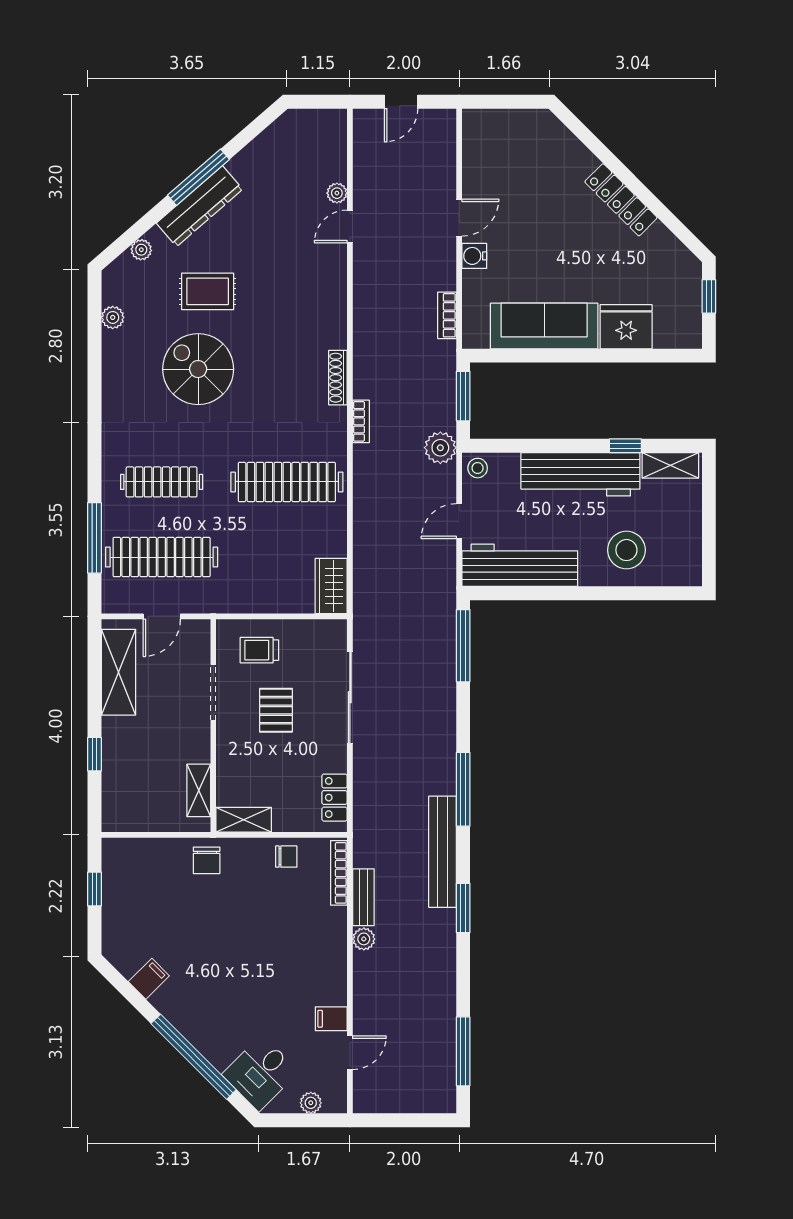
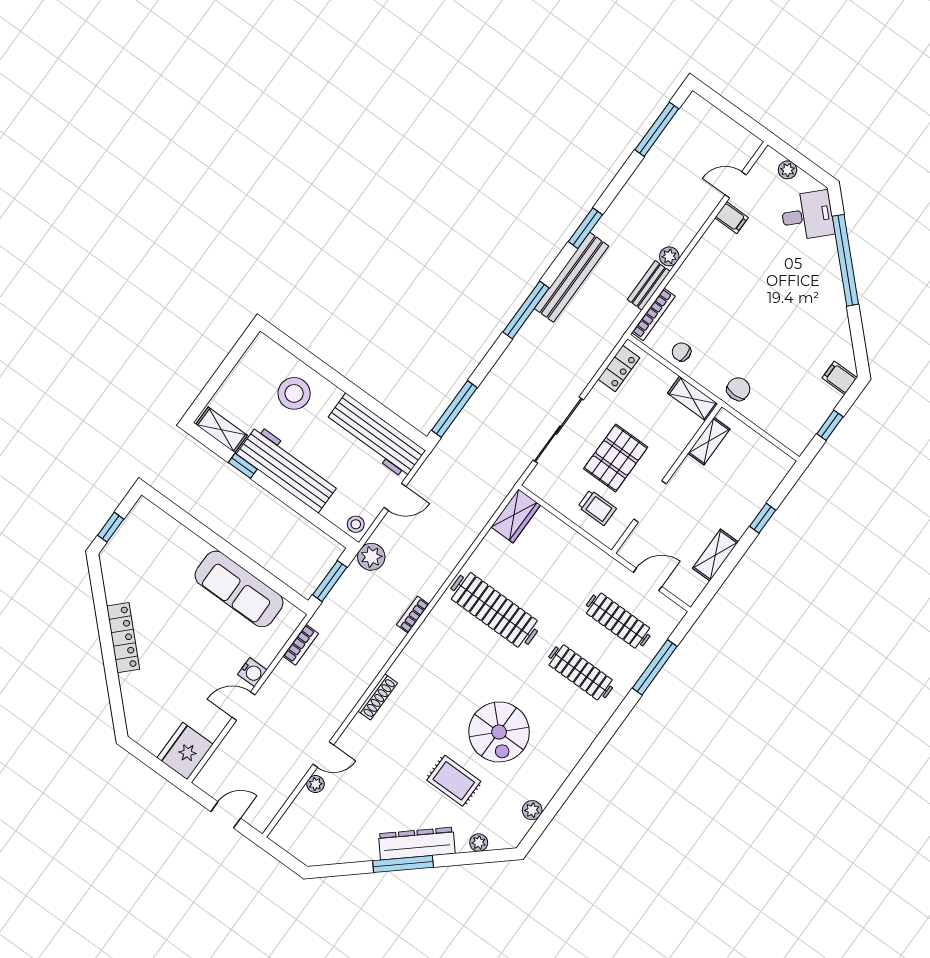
fridge: (626, 327) -> (185, 751), moved, turned 90
shoe rack: (338, 378) -> (378, 697), moved
clothes rail: (162, 557) -> (618, 621), width x0.73, depth x0.76
shelving: (118, 672) -> (715, 555), width x0.67, depth x0.75
pallet: (276, 710) -> (616, 458), width x1.50, depth x1.42
filing cabinet: (149, 979) -> (840, 378), moved, turned 45

